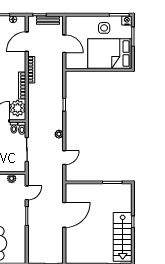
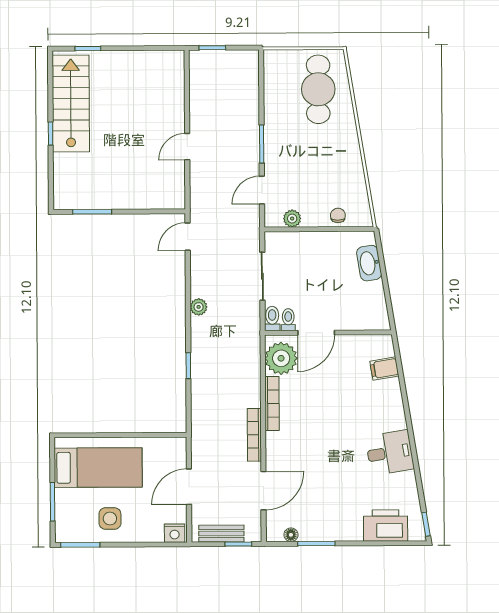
nightstand: (127, 20) -> (175, 533), moved
door: (64, 44) -> (189, 487), hinge flipped
bed: (110, 54) -> (98, 468), width x0.67
door: (64, 158) -> (188, 237), moved
door: (64, 215) -> (187, 147), width x0.53

